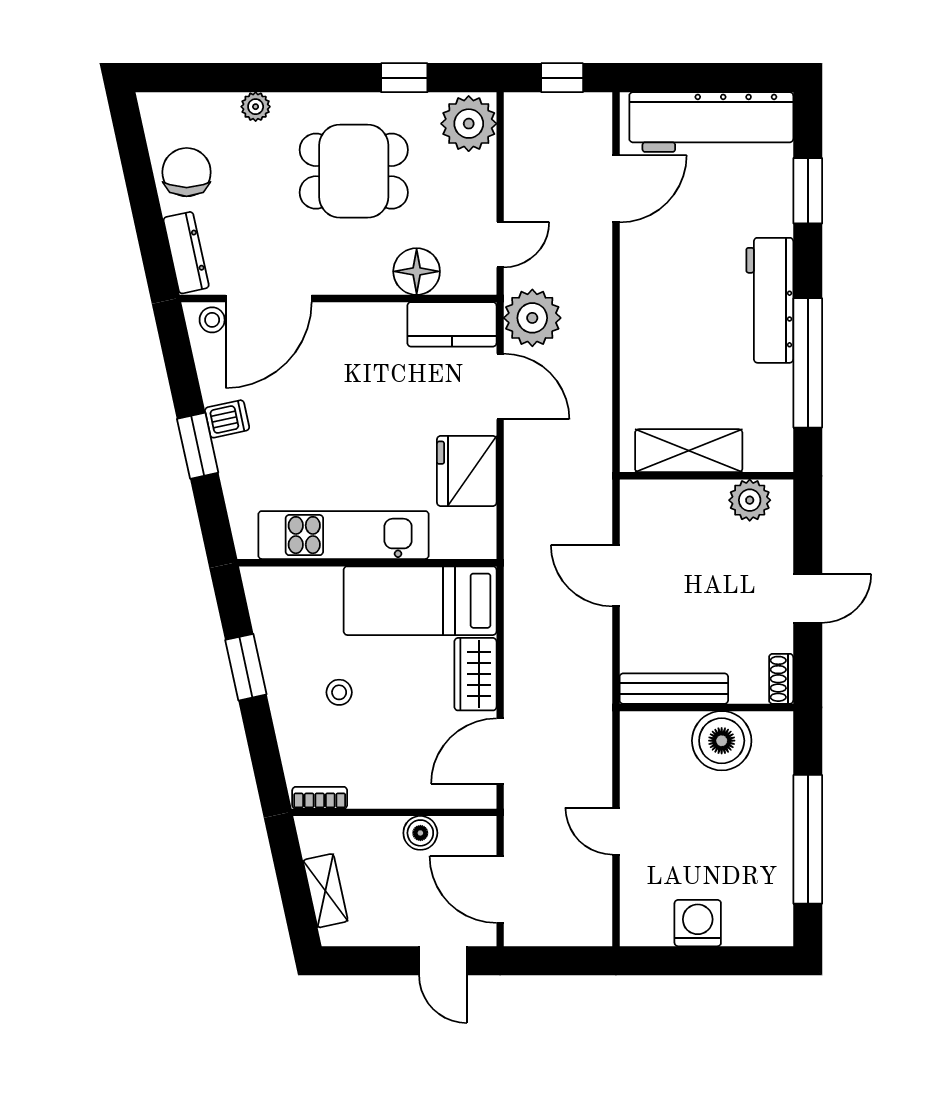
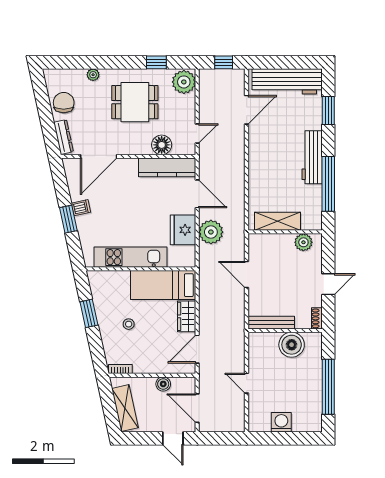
plant: (532, 318) -> (211, 232), moved
stool: (212, 320) -> (75, 166), removed
kitchen counter: (452, 324) -> (167, 167), width x1.50
shelving: (325, 891) -> (125, 408), width x1.50, depth x1.33

